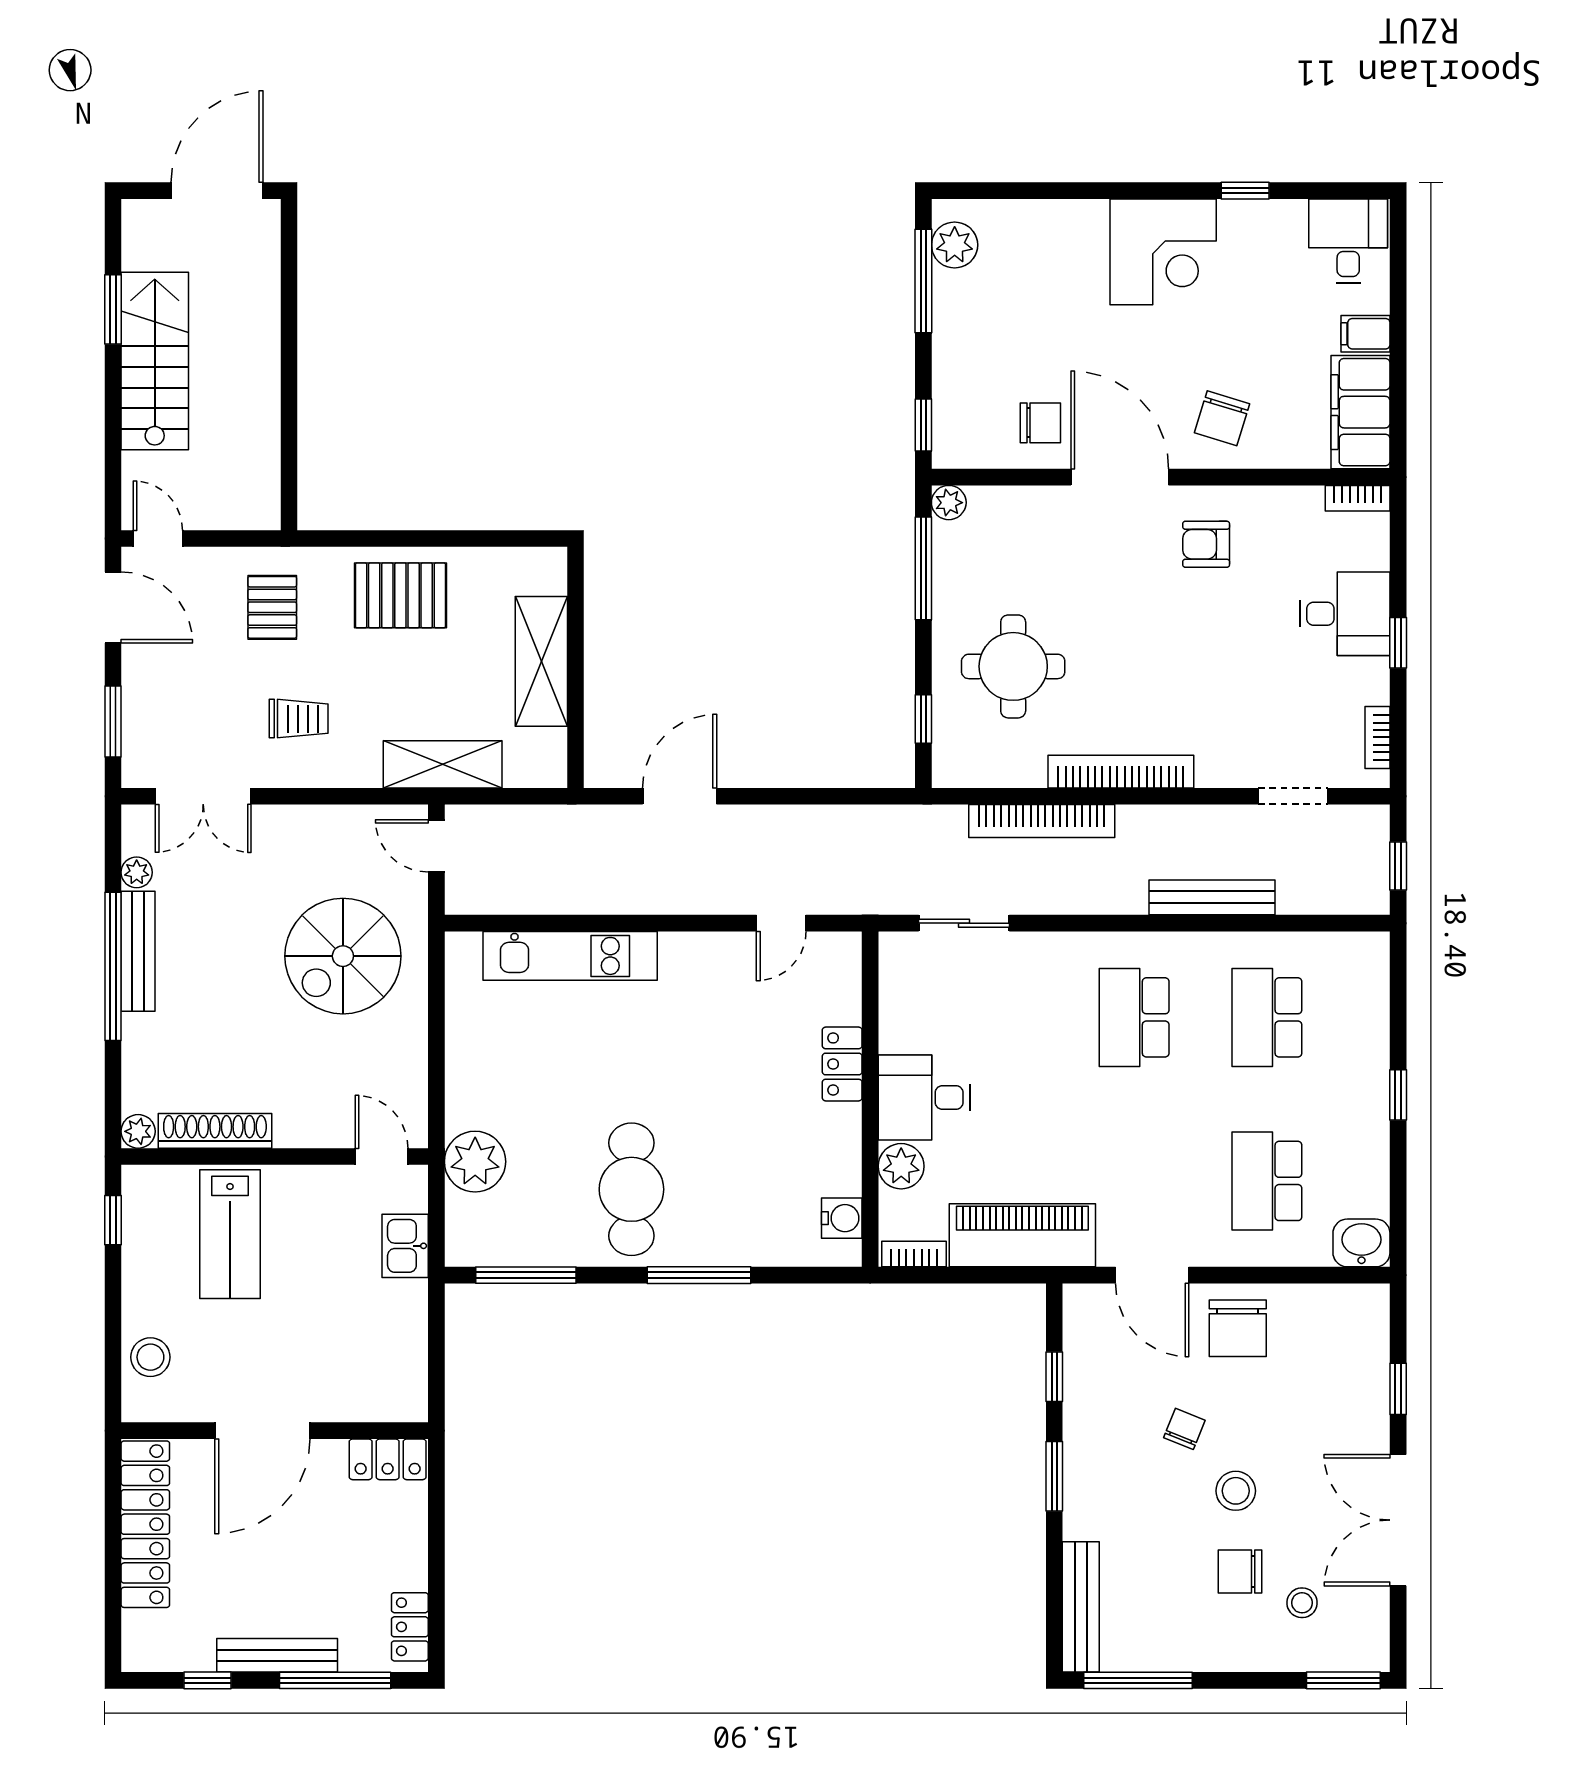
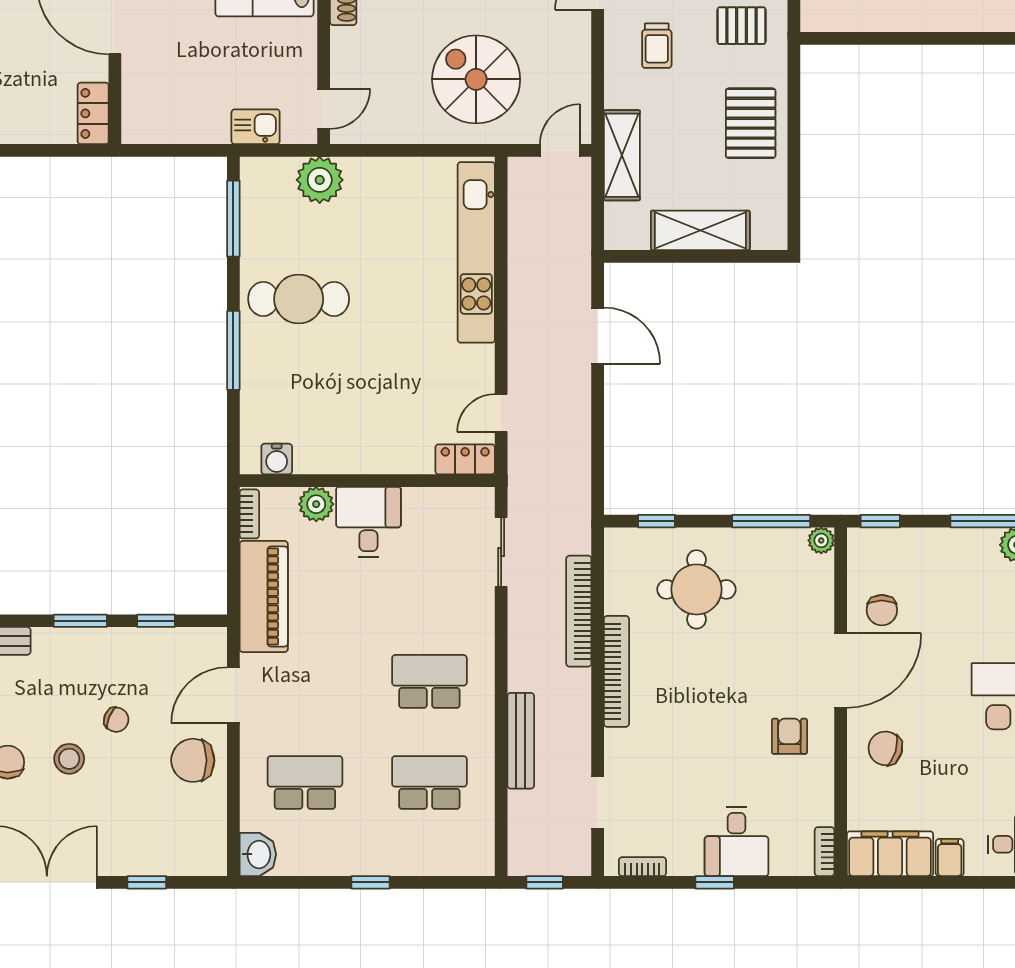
door: (781, 923) -> (501, 413), hinge flipped
kitchen unit: (570, 956) -> (476, 252), width x1.36
locker: (842, 1064) -> (465, 459), moved

